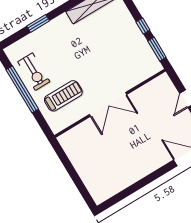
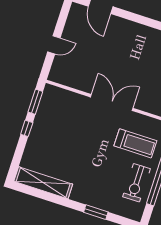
exercise bike: (34, 72) -> (136, 183), turned 180
treadmill: (63, 96) -> (135, 143), turned 180

